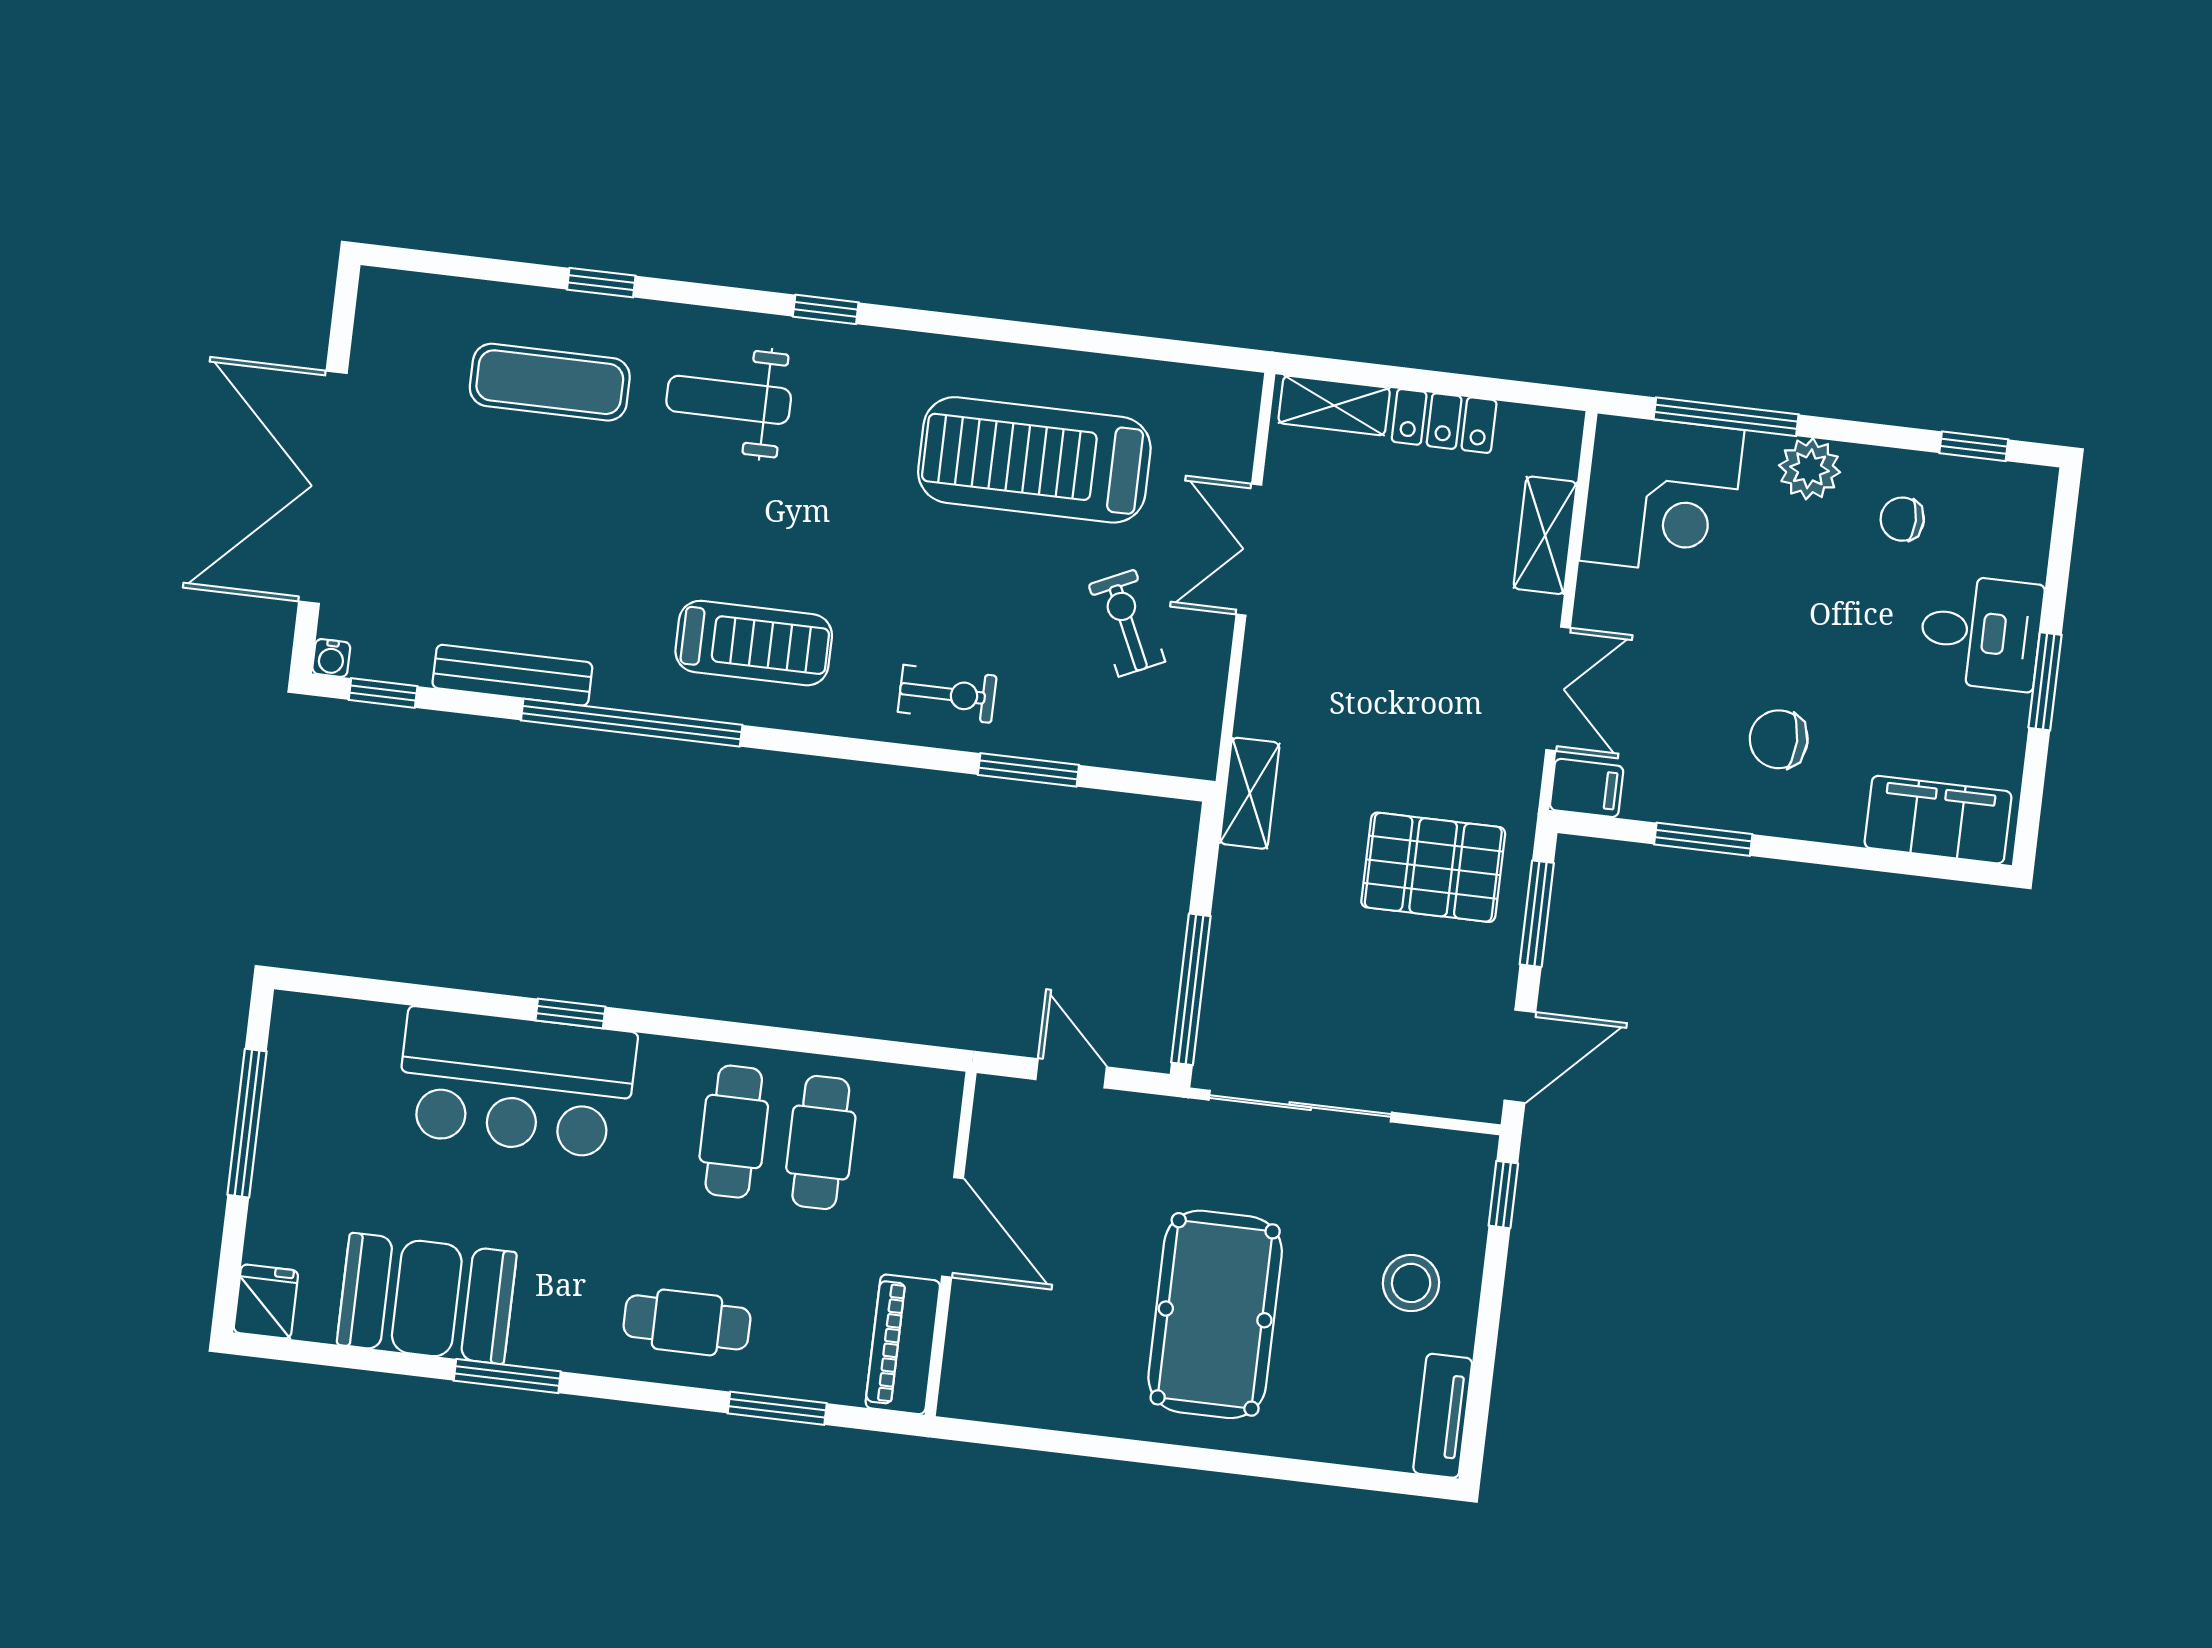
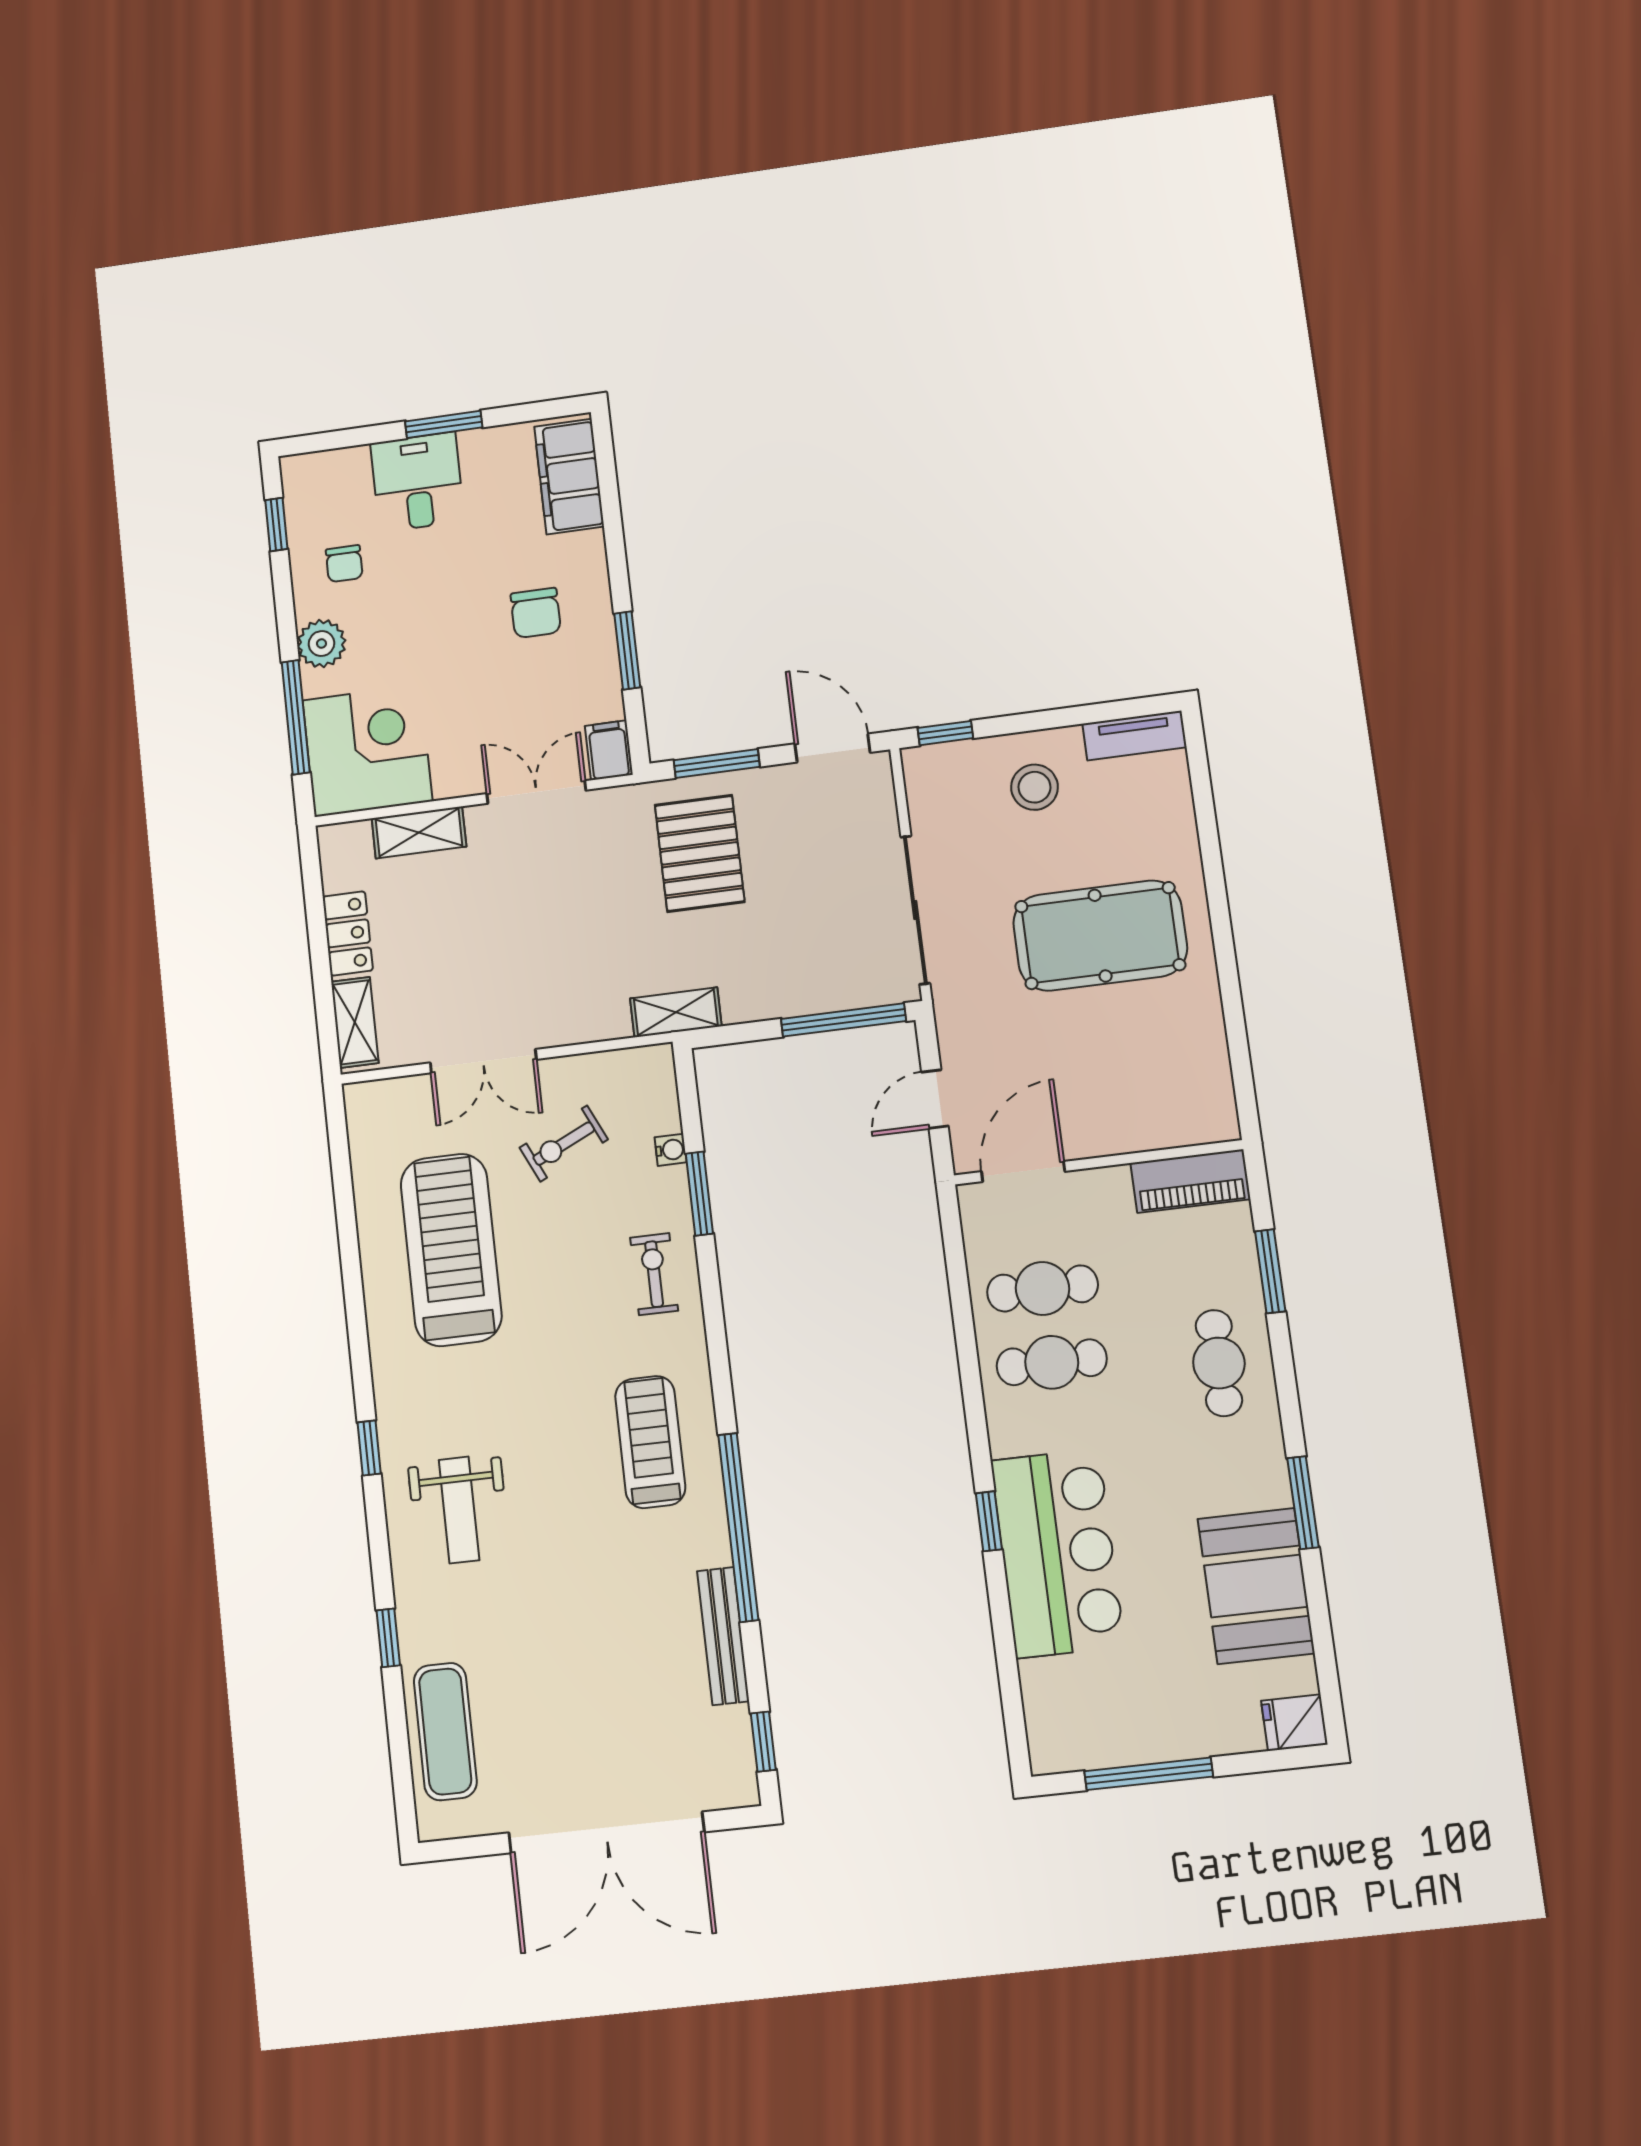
exercise mat: (550, 382) -> (445, 1731), moved
treadmill: (1034, 460) -> (451, 1250), turned 180
water cooler: (331, 658) -> (671, 1150), moved
door: (953, 1227) -> (1023, 1171), moved

